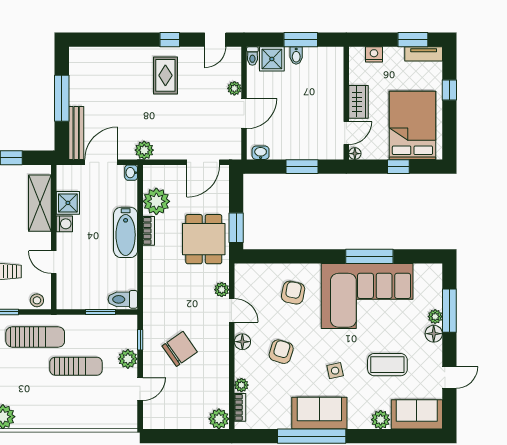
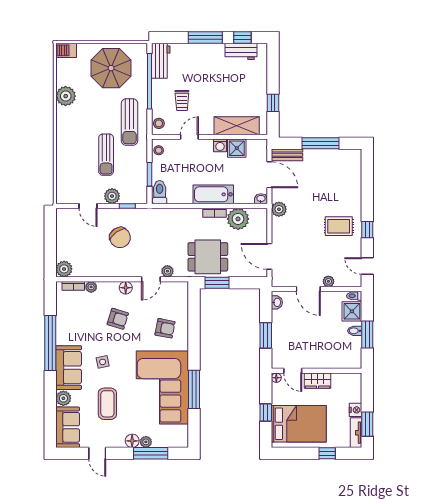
nightstand: (374, 54) -> (356, 410), moved
bench: (76, 133) -> (287, 155), width x0.73
stool: (71, 301) -> (159, 150), added
sofa: (319, 413) -> (69, 368), moved

